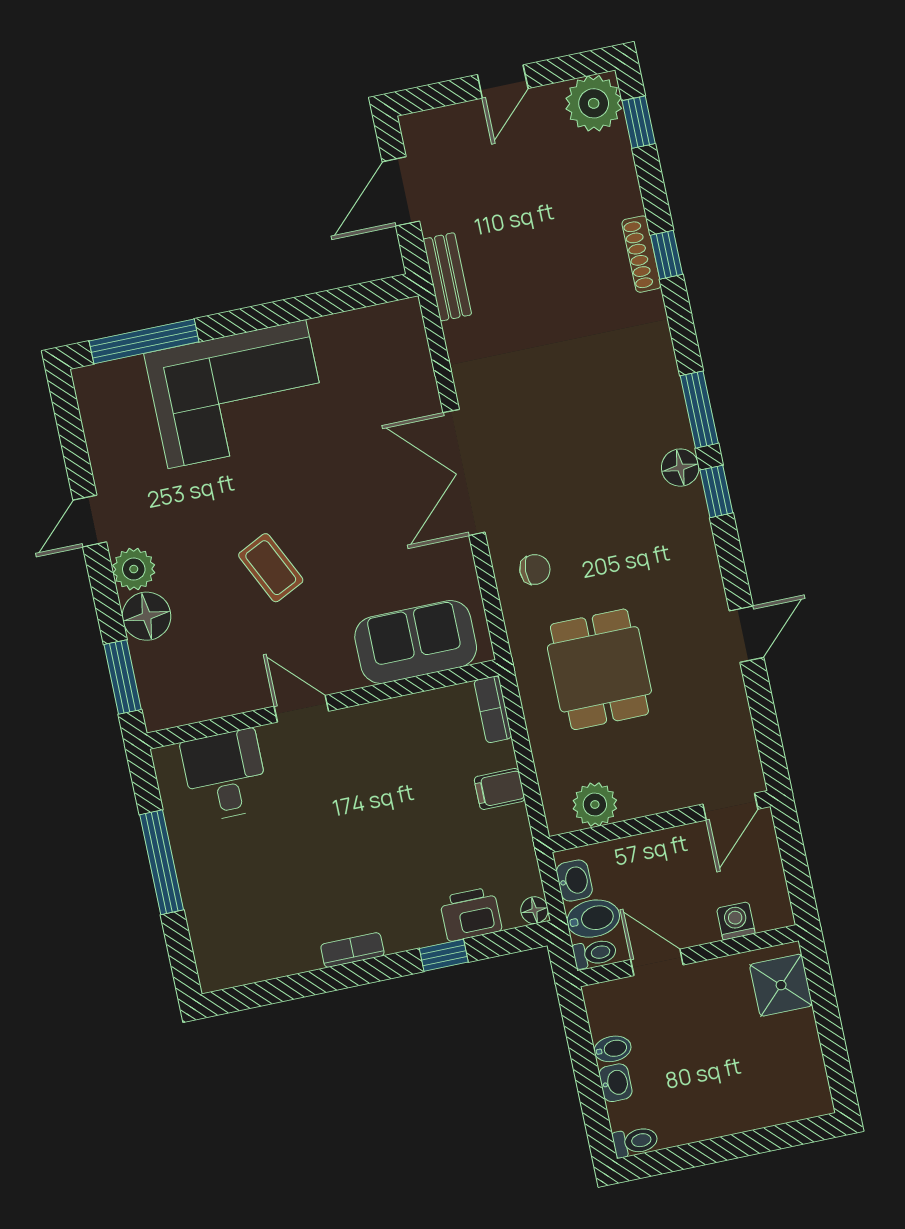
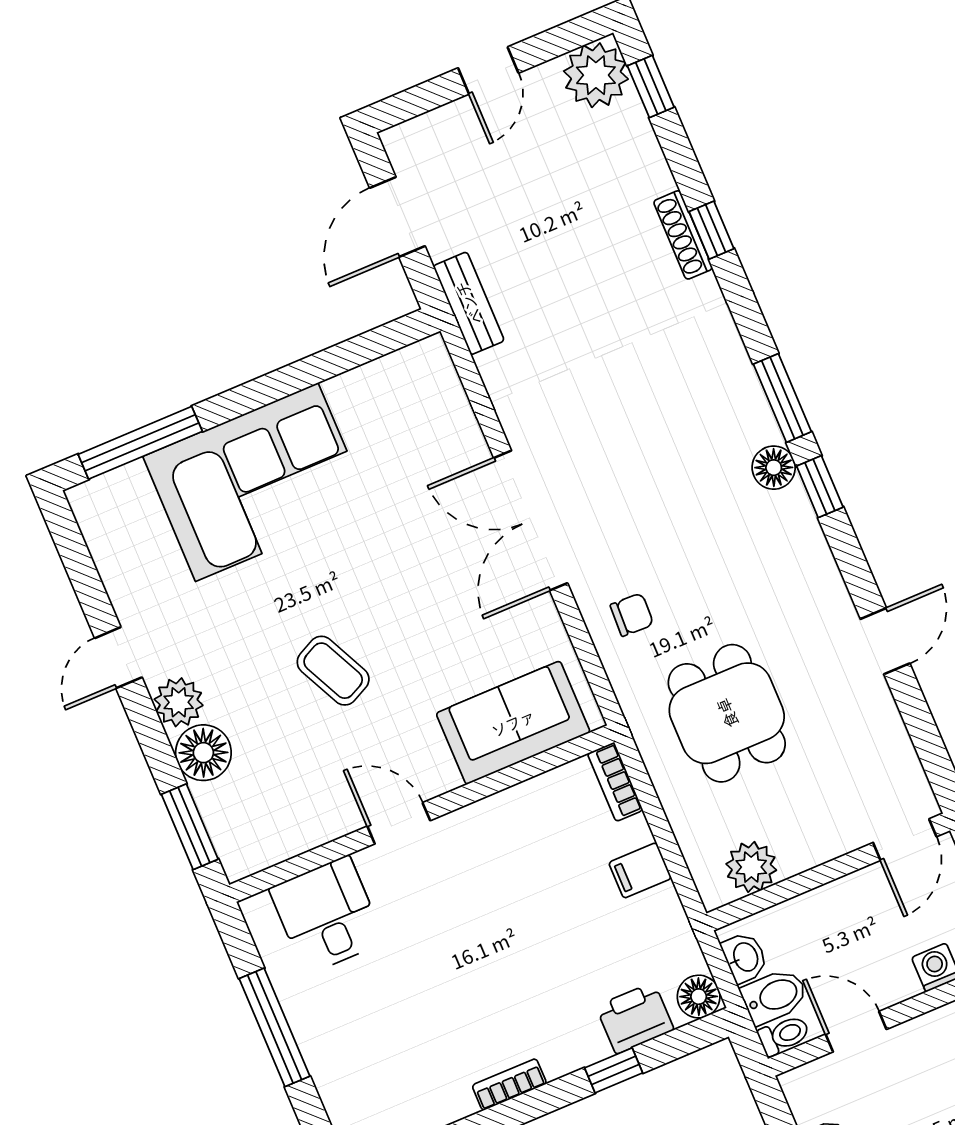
floor lamp: (534, 910) -> (699, 997), width x1.37, depth x1.37

